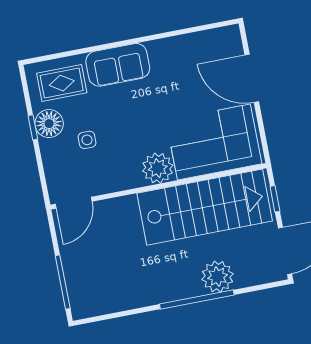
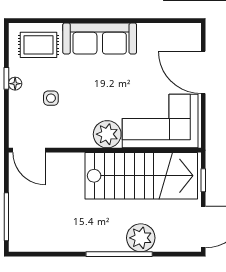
sofa: (118, 65) -> (100, 38), width x1.36
floor lamp: (49, 124) -> (15, 84), width x0.53, depth x0.53
door: (74, 203) -> (29, 150), hinge flipped

